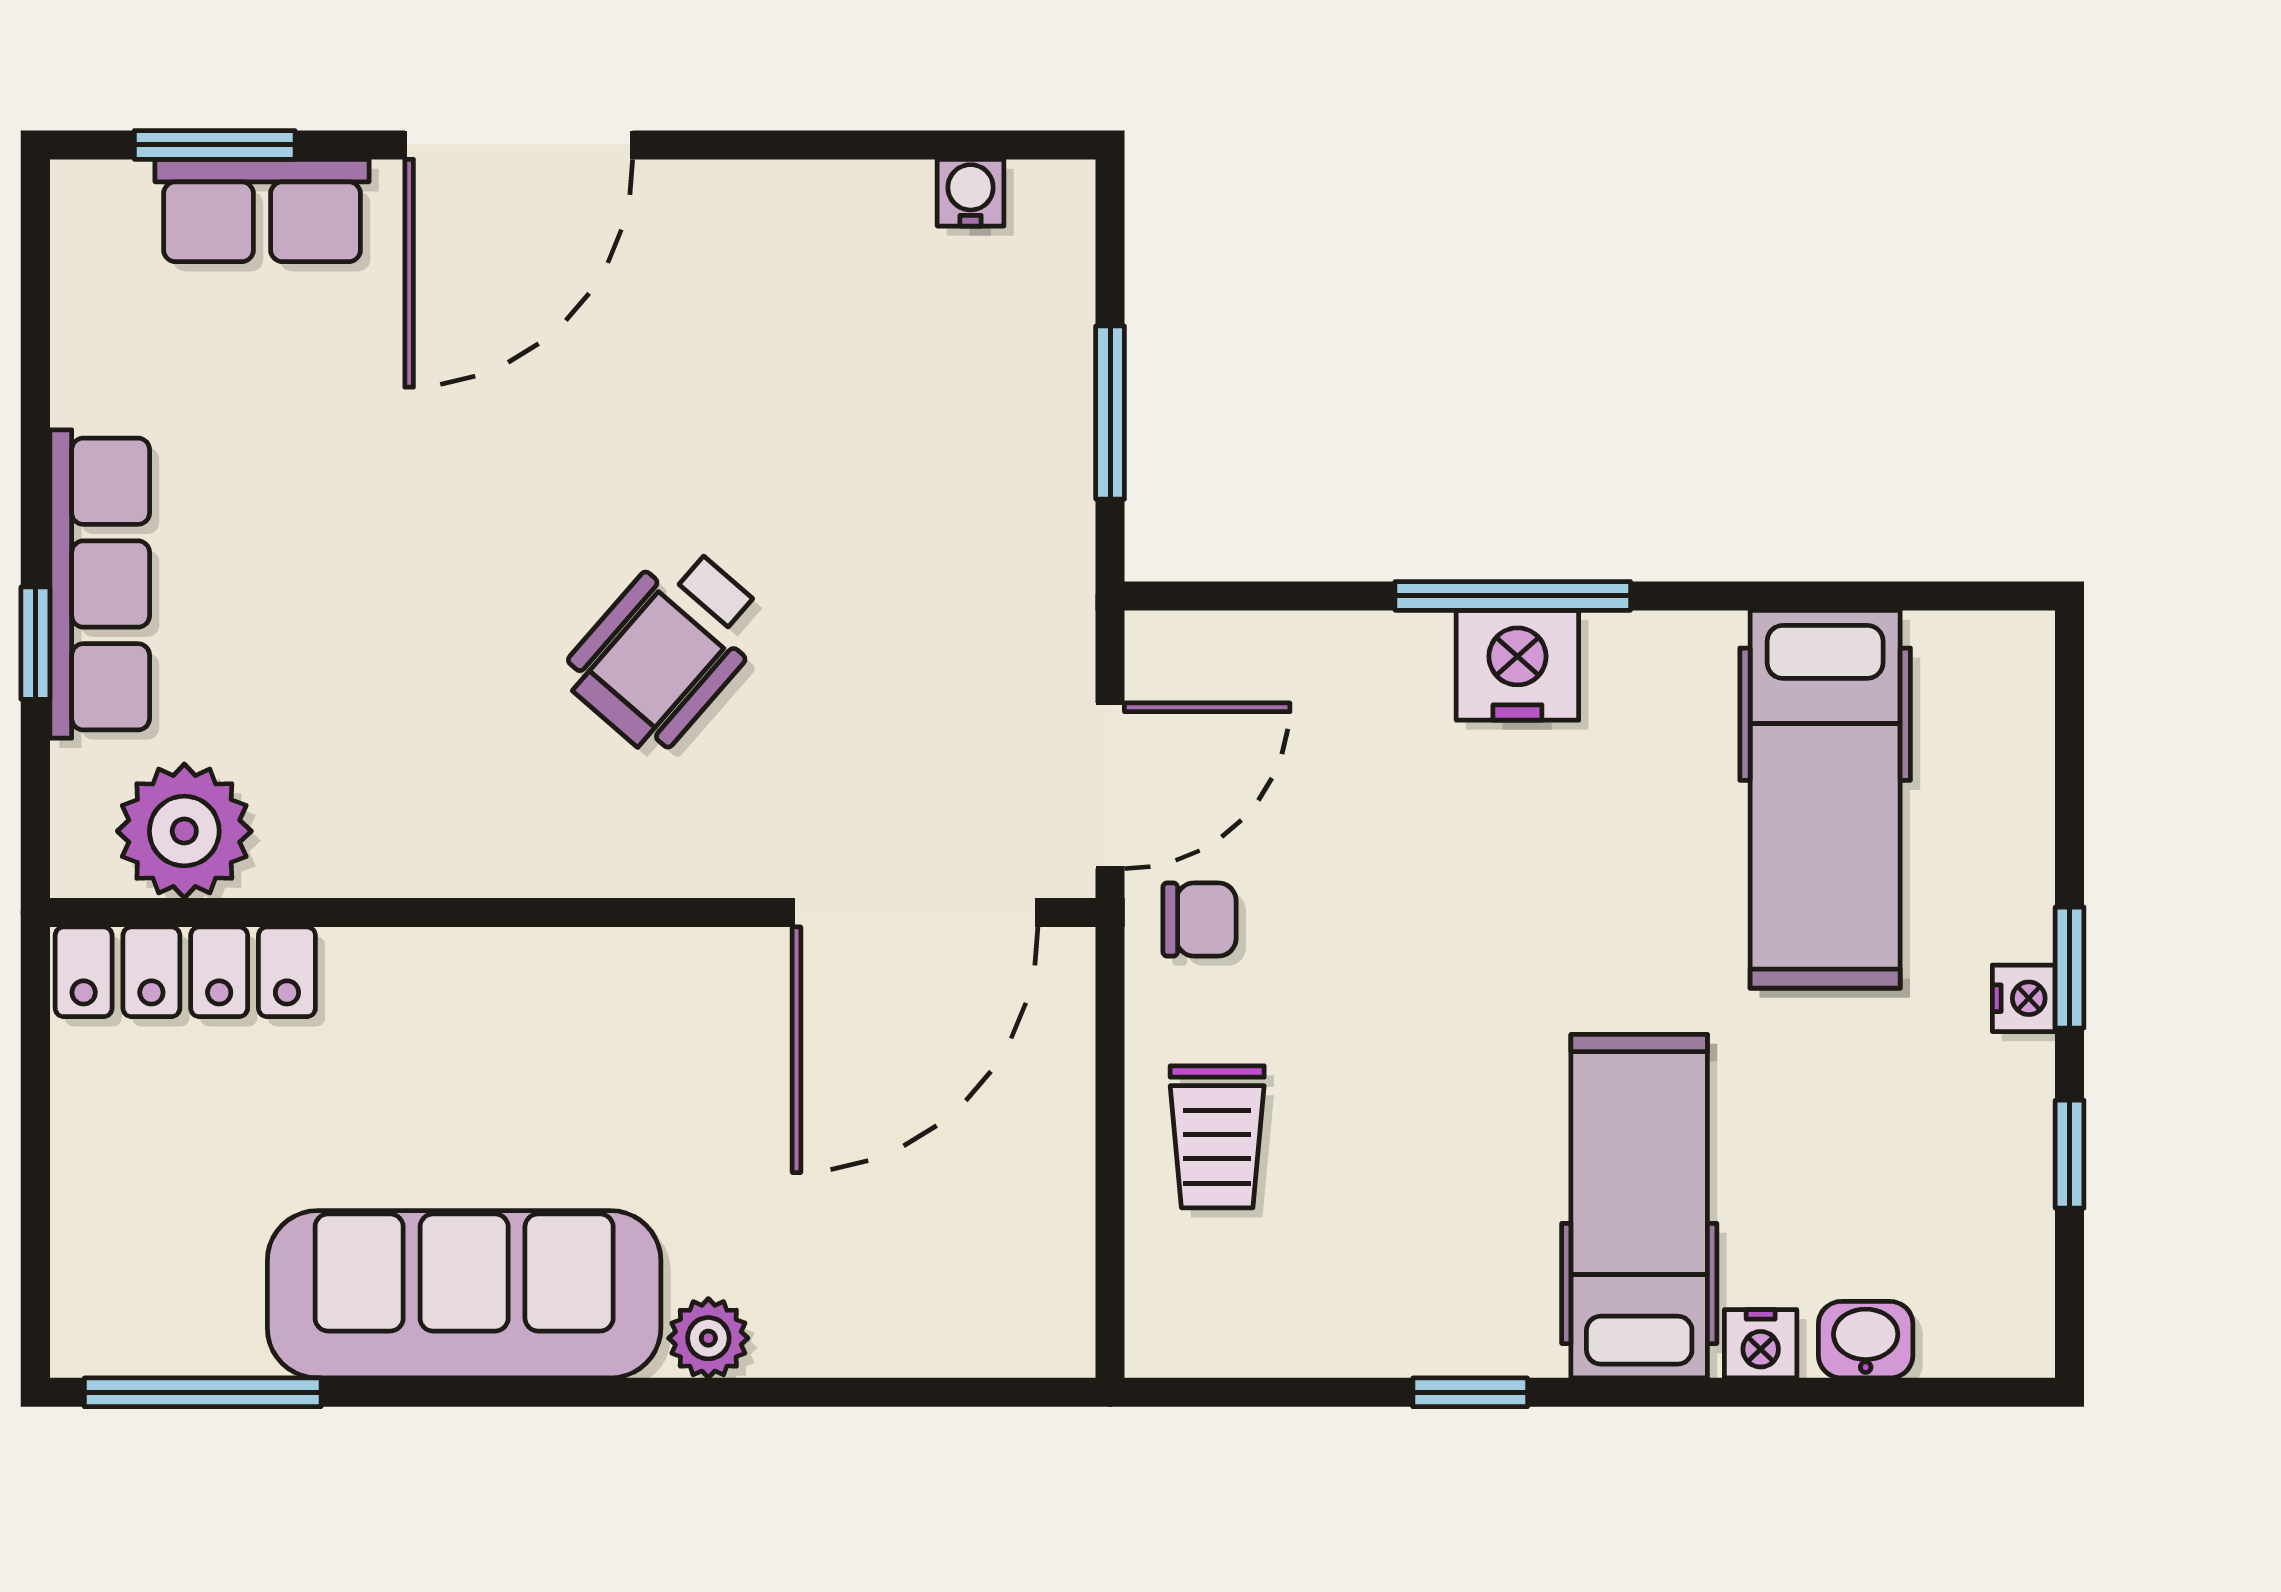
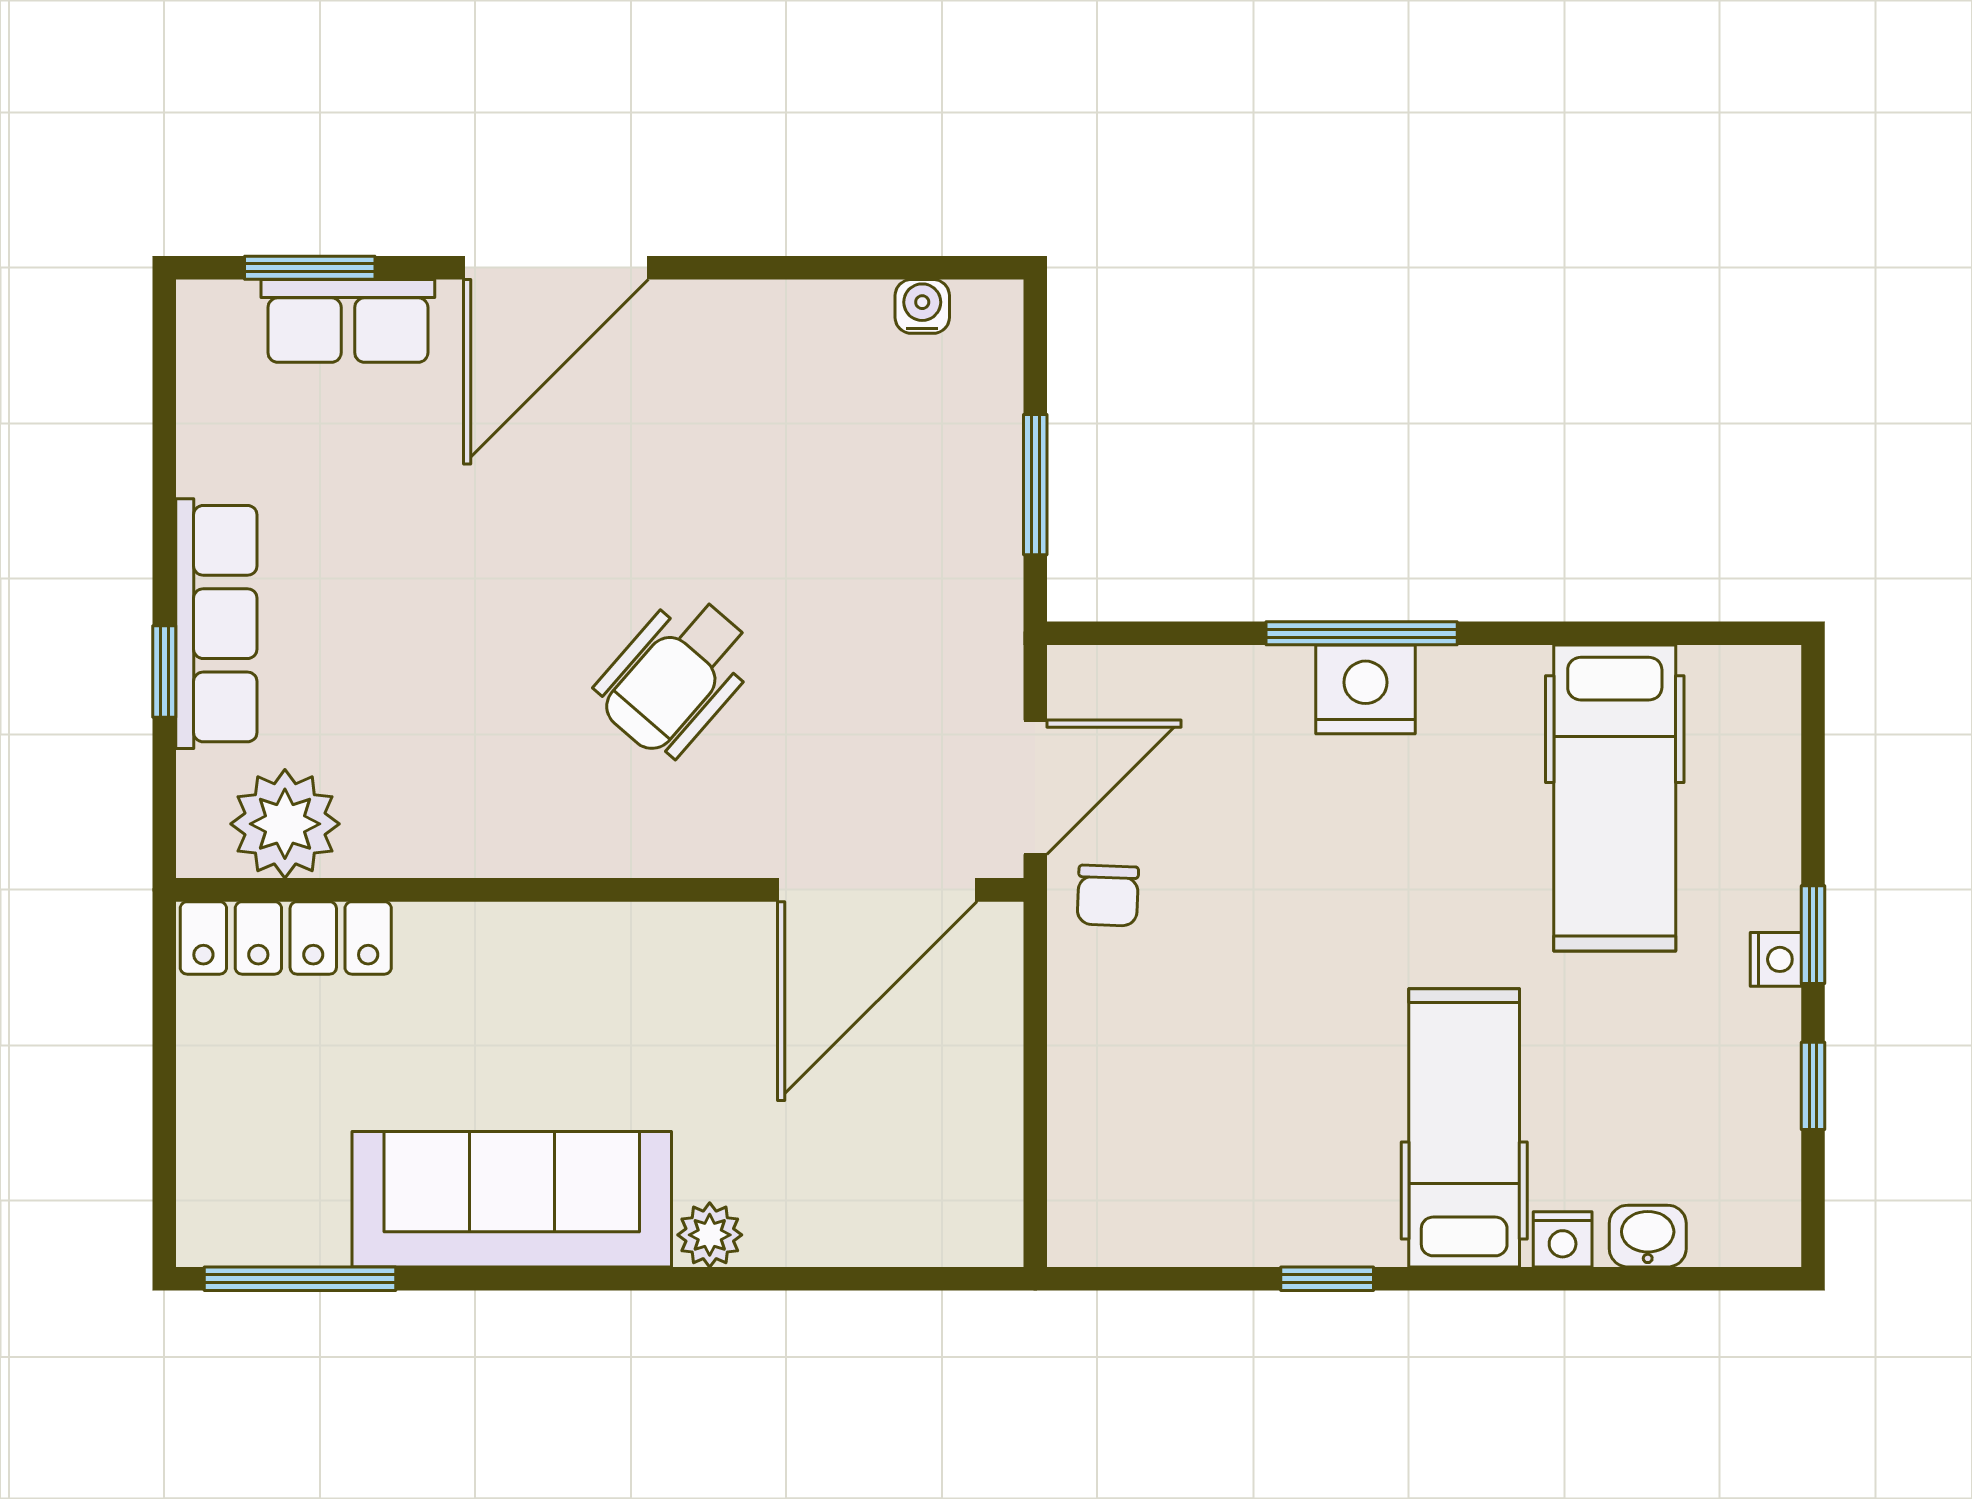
chair: (1200, 919) -> (1108, 896), turned 92
trolley: (1217, 1137) -> (1122, 1072), removed

